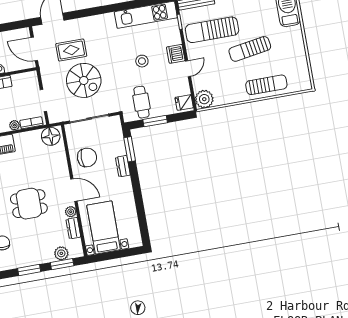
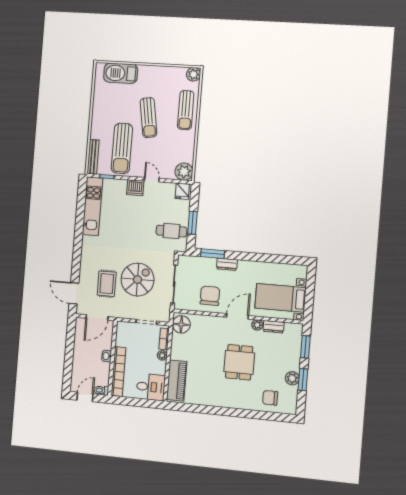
stool: (142, 61) -> (134, 221), removed
plant: (304, 83) -> (193, 74), added
sun lounger: (266, 85) -> (186, 110), turned 180
plant: (61, 253) -> (292, 378), moved

